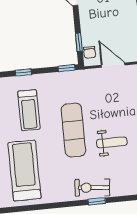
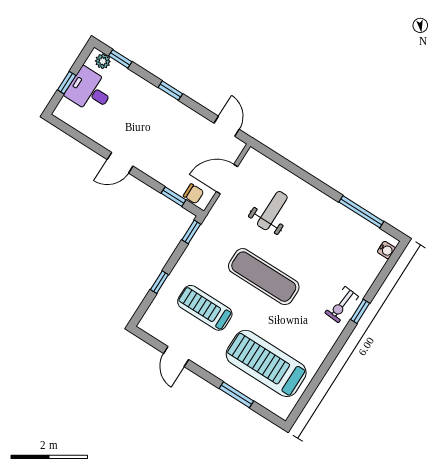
treadmill: (29, 110) -> (205, 308), turned 180
weight bench: (112, 142) -> (272, 211), moved
exercise bike: (92, 188) -> (342, 305), width x0.73, depth x0.72

